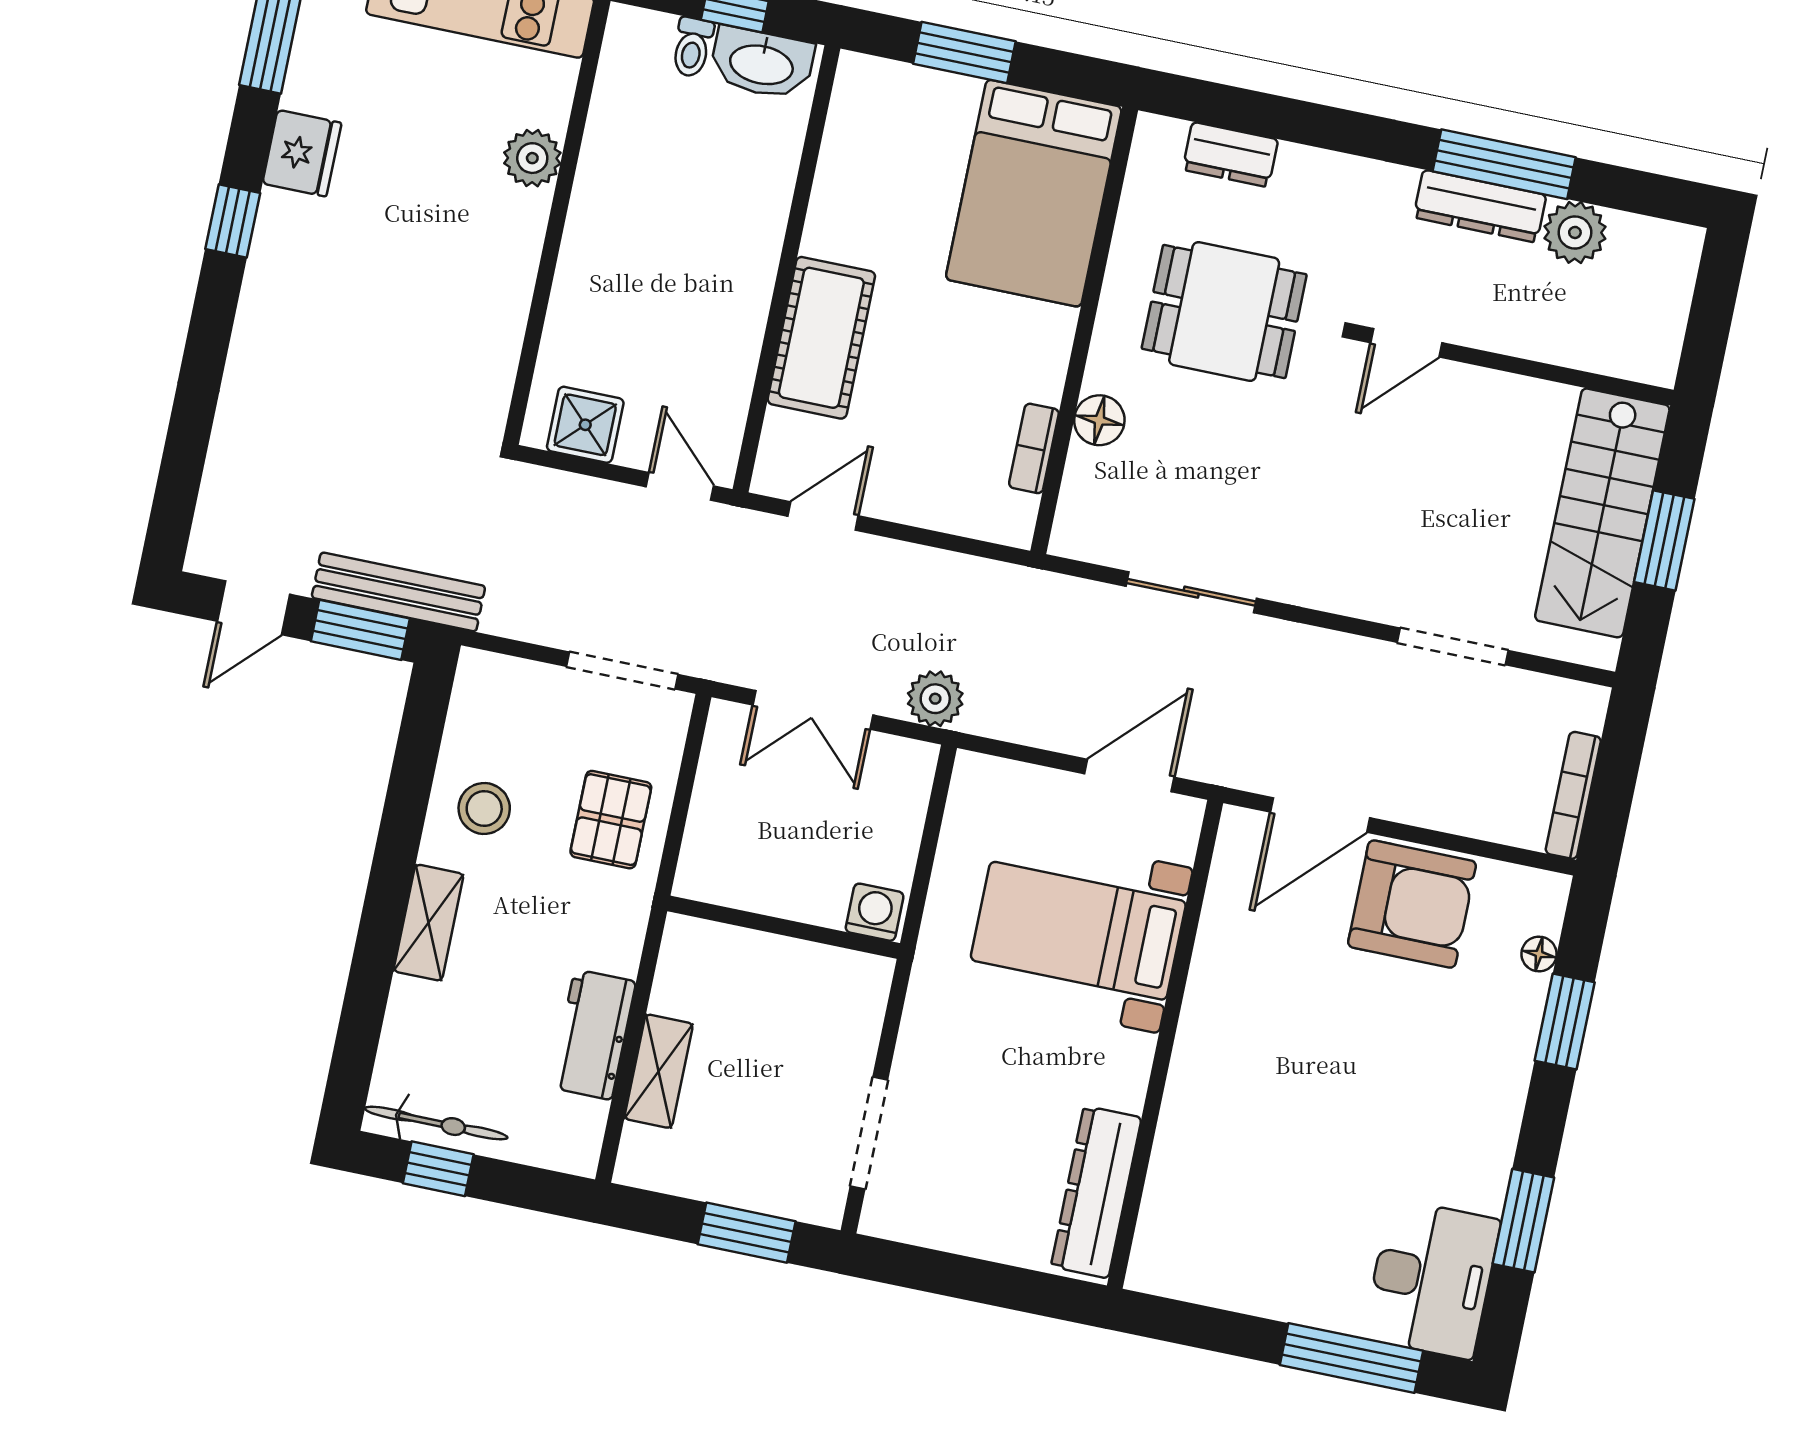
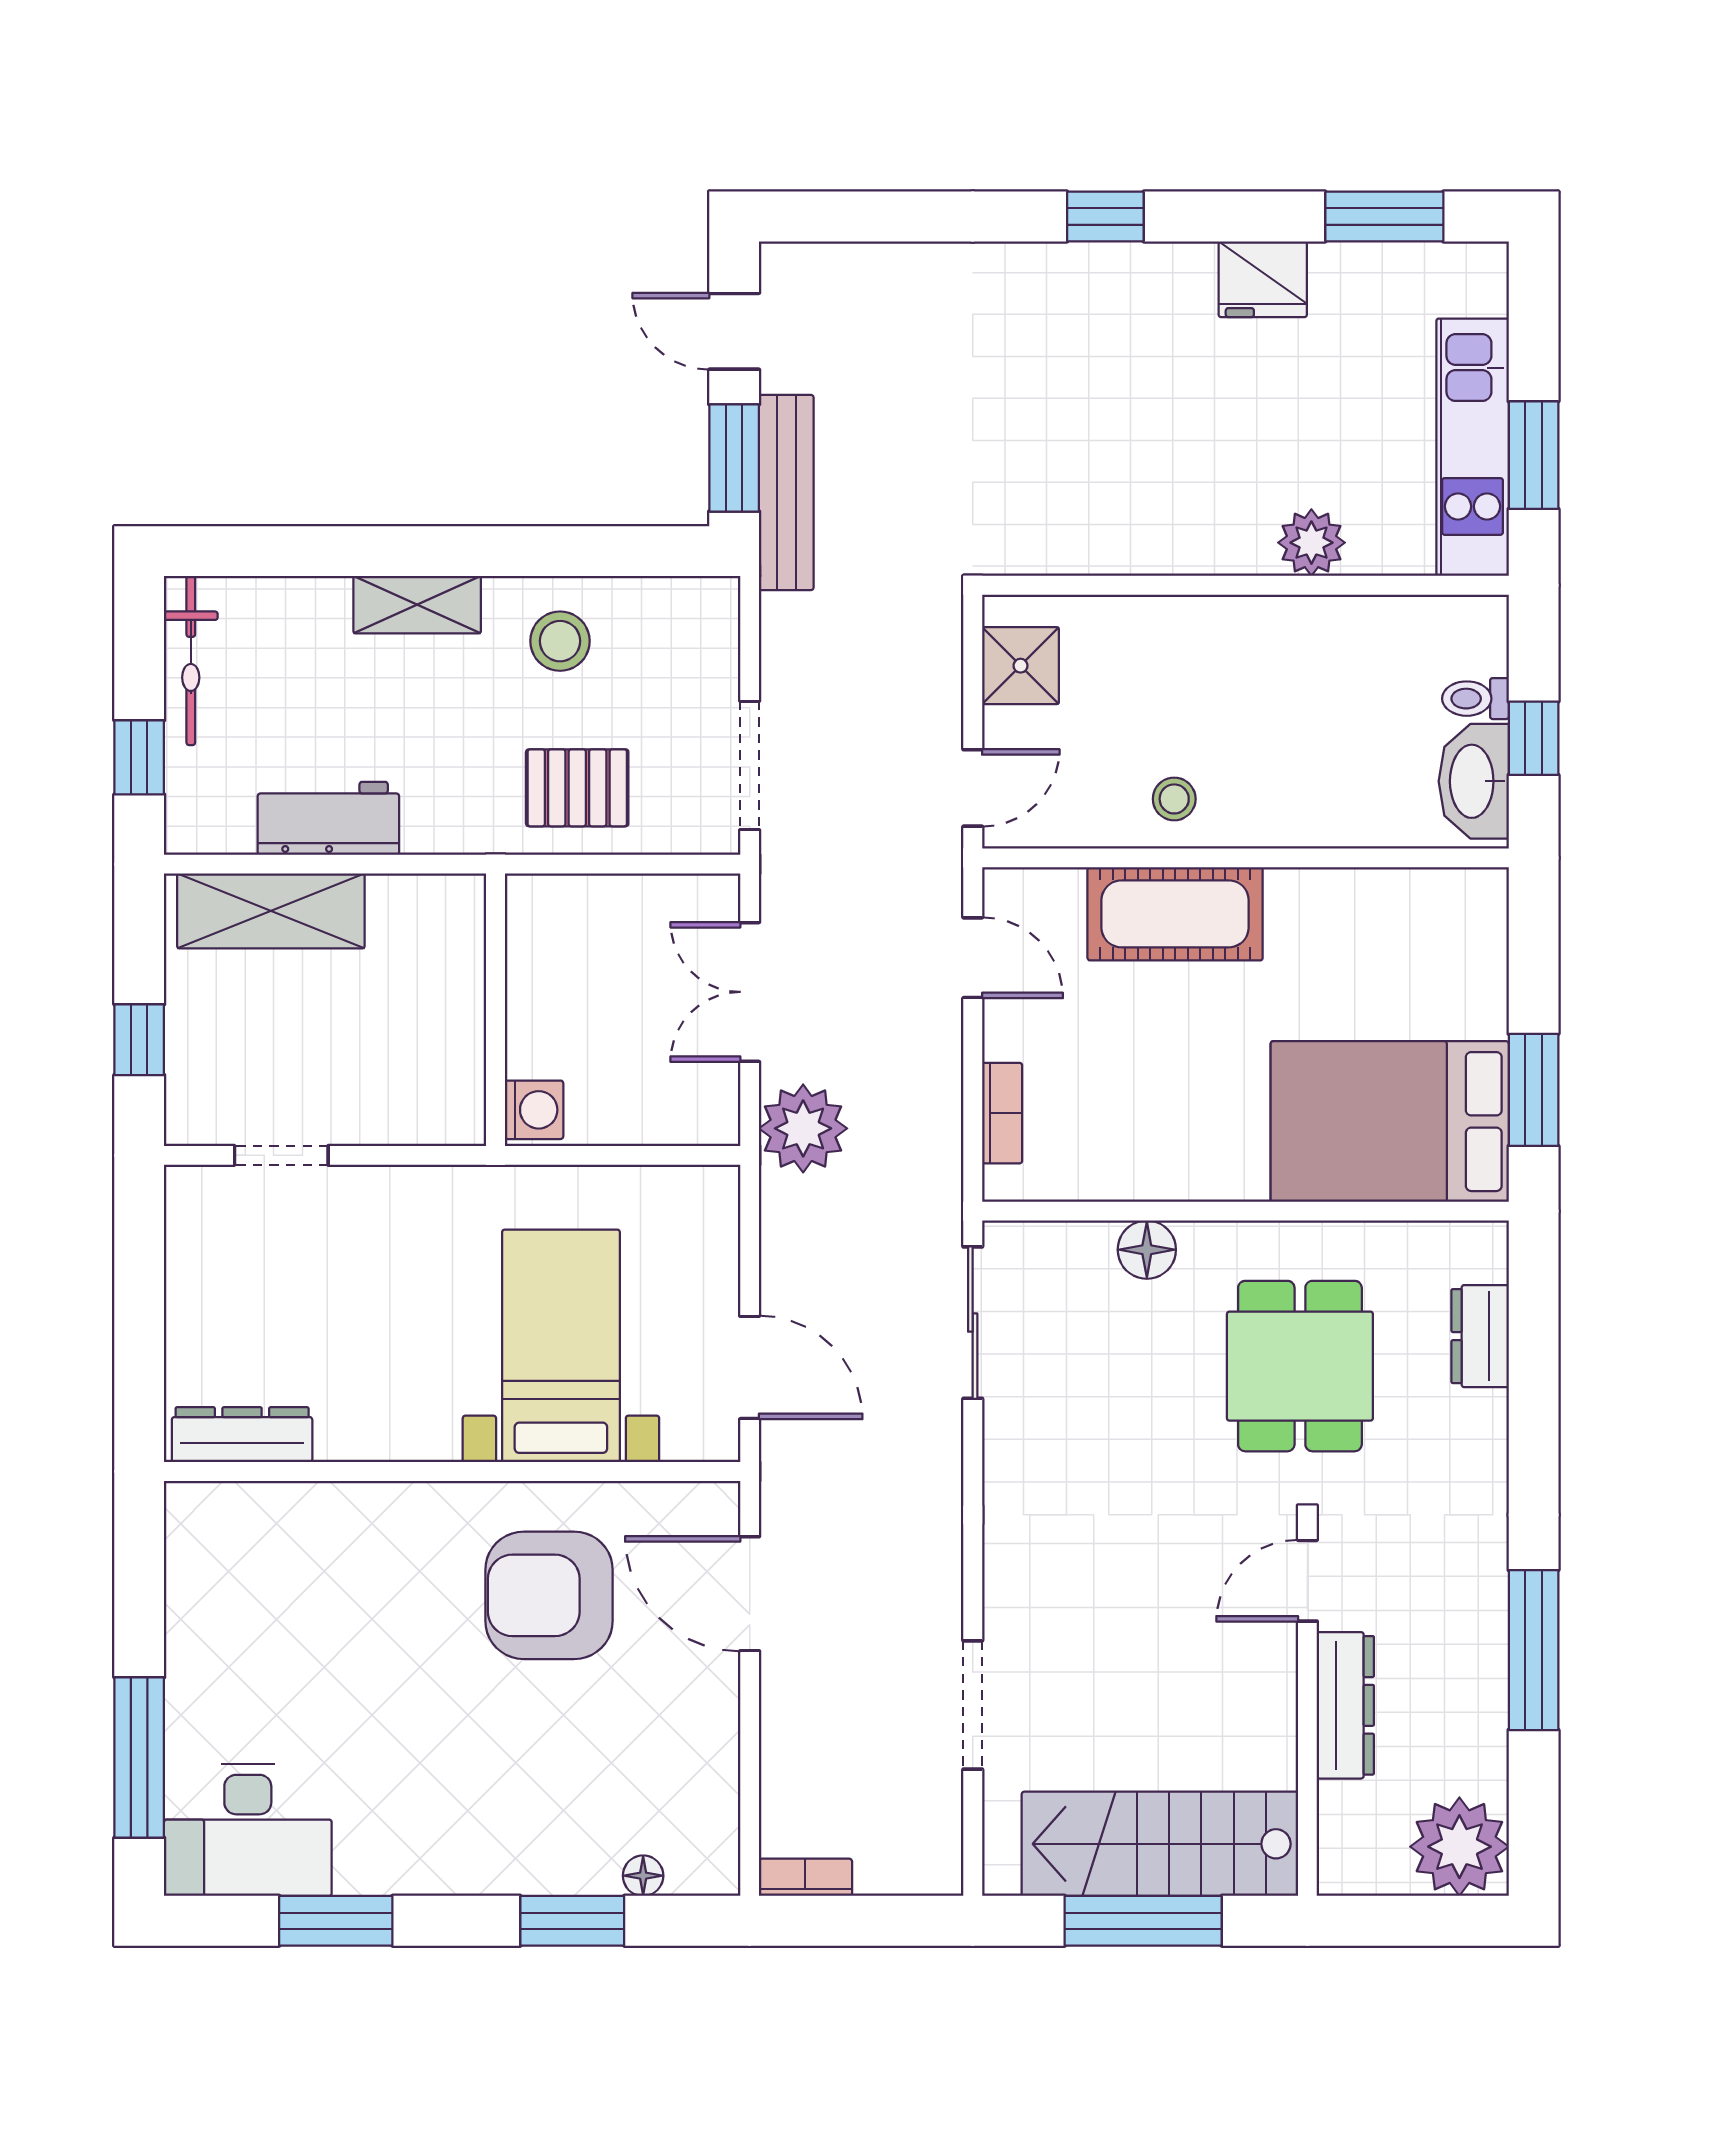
window: (964, 52) -> (1534, 1090), moved
dresser: (1480, 206) -> (1345, 1705), moved, turned 180
window: (233, 221) -> (1105, 217), moved
plant: (1575, 232) -> (1459, 1847), moved, width x1.36, depth x1.36
stool: (724, 319) -> (1174, 799), added
door: (1406, 343) -> (1307, 1581), hinge flipped
bookcase: (1034, 448) -> (1002, 1113), moved, turned 90
window: (1664, 540) -> (1143, 1921), width x1.44
sliding door: (1191, 592) -> (973, 1323), moved
plant: (935, 699) -> (803, 1128), width x1.36, depth x1.36
bookcase: (1573, 795) -> (805, 1877), width x0.64
armchair: (1412, 904) -> (549, 1595), moved, turned 90
shelving: (659, 1071) -> (271, 911), width x1.50, depth x1.33
doorway: (869, 1133) -> (281, 1155), width x0.73
window: (438, 1169) -> (139, 757), moved
dresser: (1096, 1192) -> (242, 1435), width x0.73, depth x0.80
window: (747, 1233) -> (139, 1040), width x0.67

